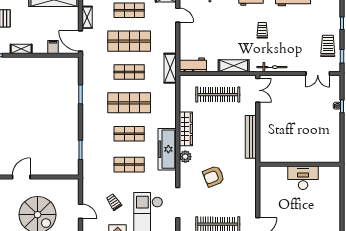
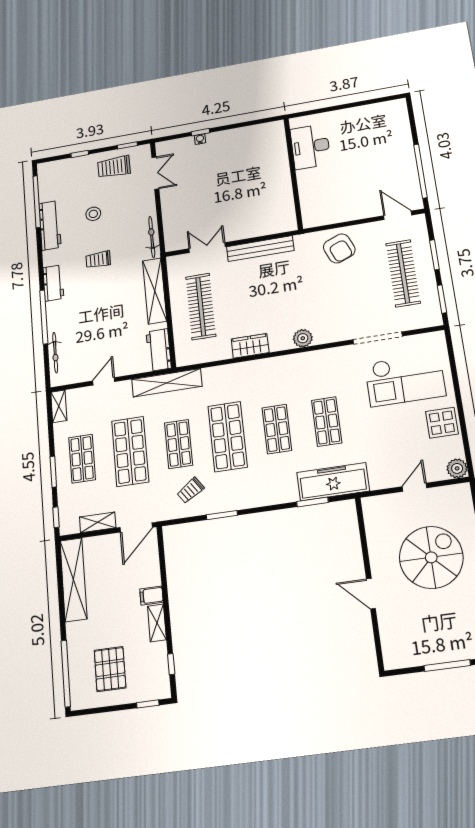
door: (178, 15) -> (104, 381), moved
stool: (296, 29) -> (93, 214), added
filing cabinet: (53, 47) -> (152, 596), moved
shelving: (234, 66) -> (155, 291), width x1.47
shelving: (170, 68) -> (167, 383), width x1.47
double door: (258, 90) -> (207, 248), moved
wardrobe: (186, 129) -> (250, 346), width x0.67
freezer: (167, 149) -> (333, 482), moved, turned 180
armchair: (214, 176) -> (339, 248), moved
desk: (303, 178) -> (310, 147), moved
trolley: (114, 202) -> (190, 490), moved

